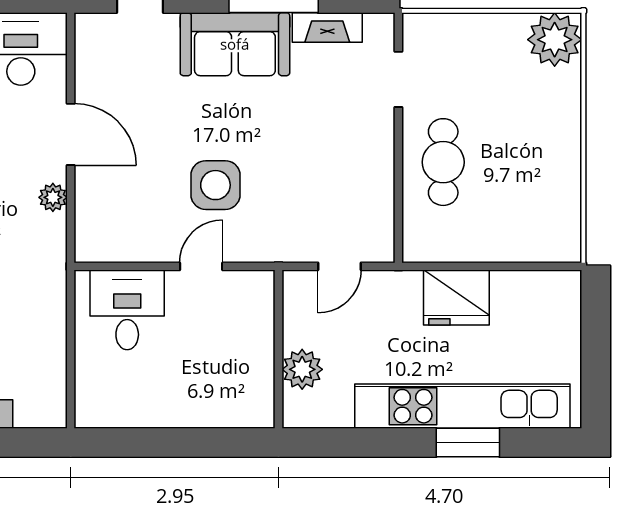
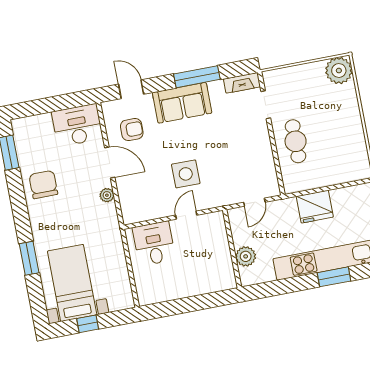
fireplace: (327, 27) -> (242, 83), moved
armchair: (126, 78) -> (132, 130), added

